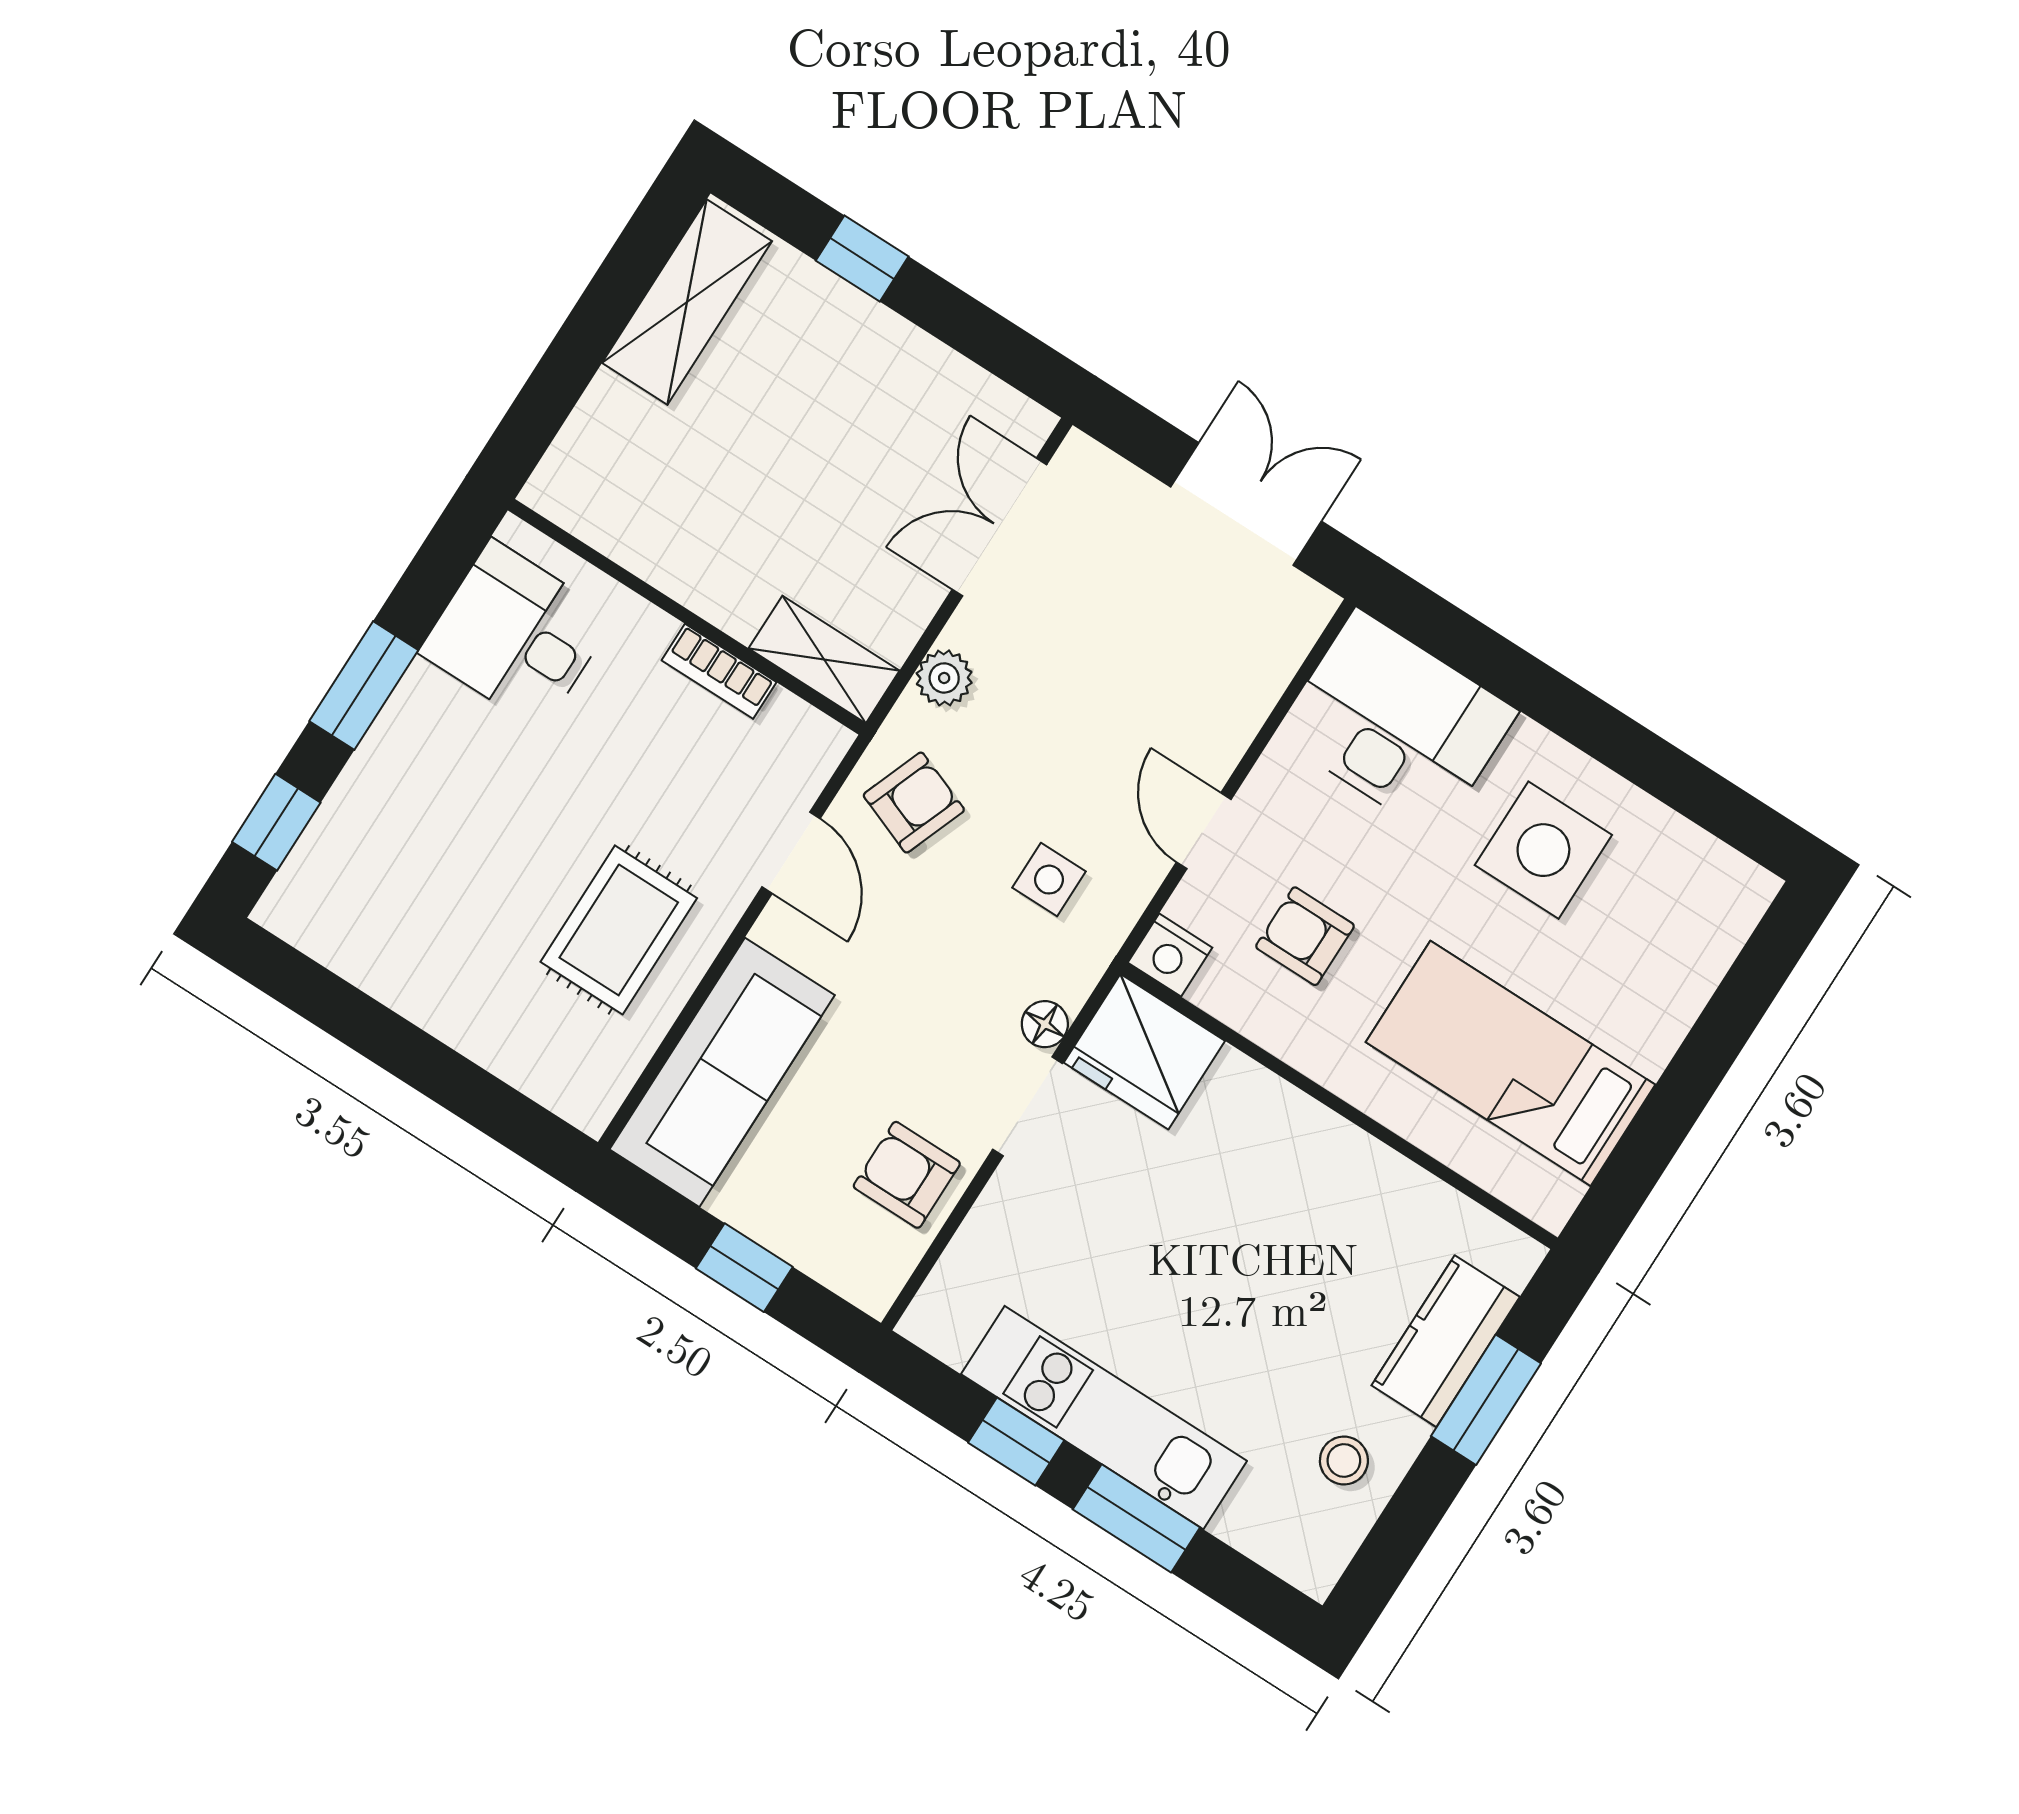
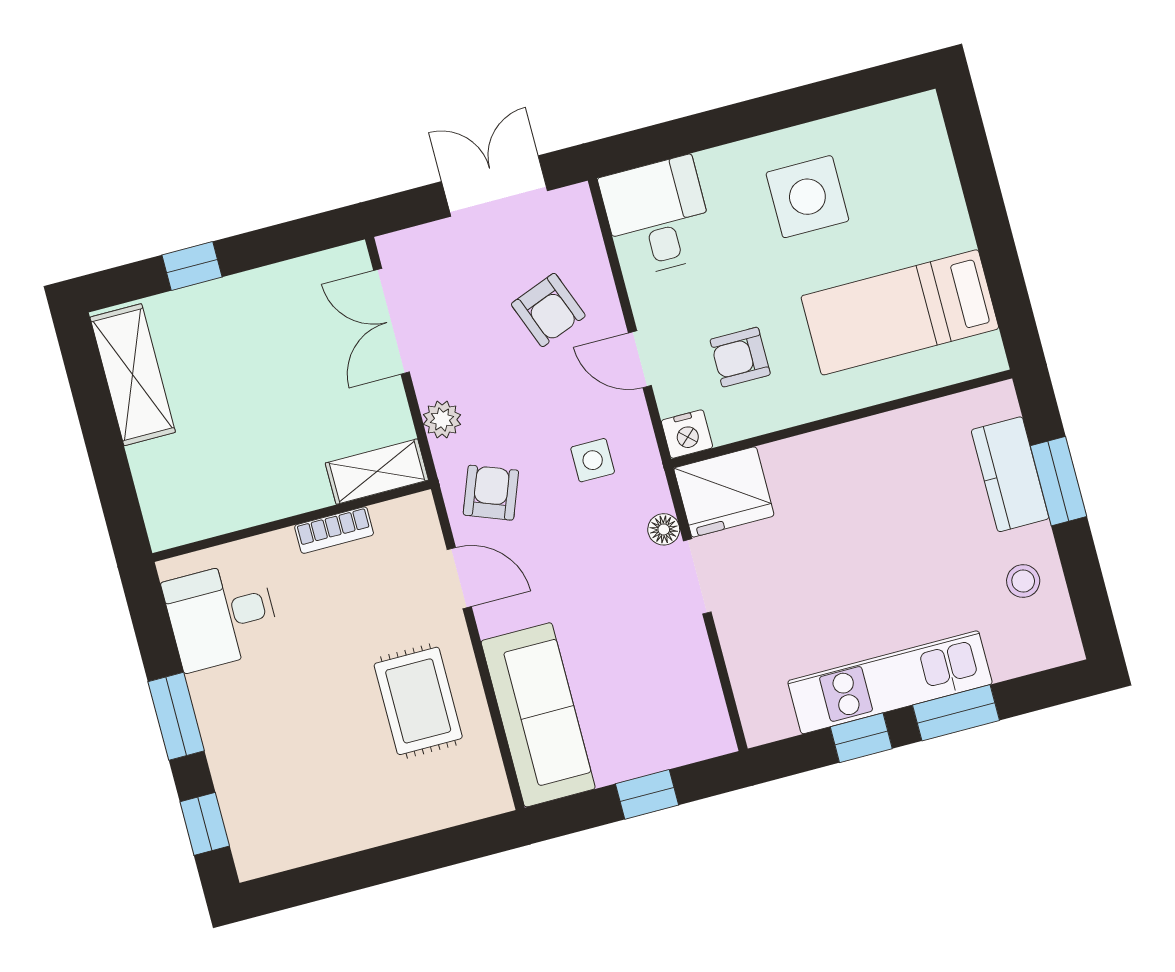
desk: (1396, 723) -> (657, 217), width x0.73
armchair: (907, 1175) -> (548, 310), moved, turned -111

